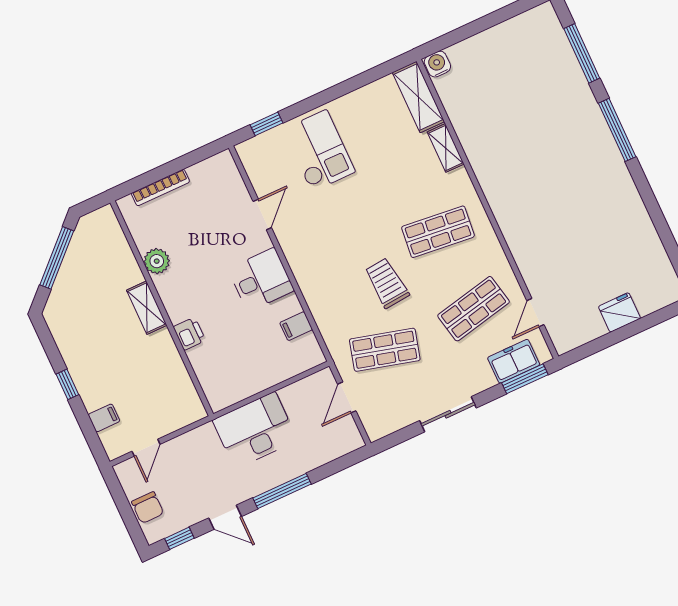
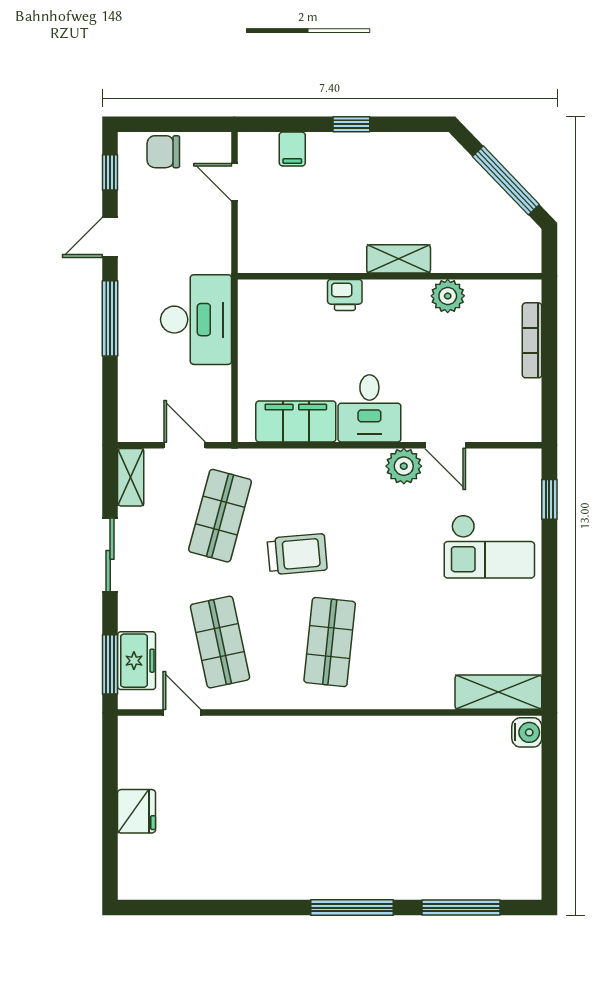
shelving: (446, 148) -> (131, 477), moved, turned 90
plant: (290, 237) -> (404, 466), added
filing cabinet: (296, 326) -> (296, 421), width x3.00, depth x1.17

